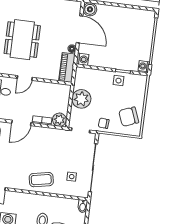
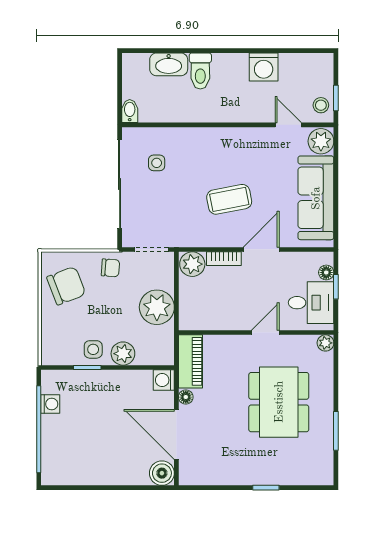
washing machine: (144, 66) -> (50, 404), moved
plant: (103, 76) -> (123, 354), added
coffee table: (41, 180) -> (229, 199), moved

